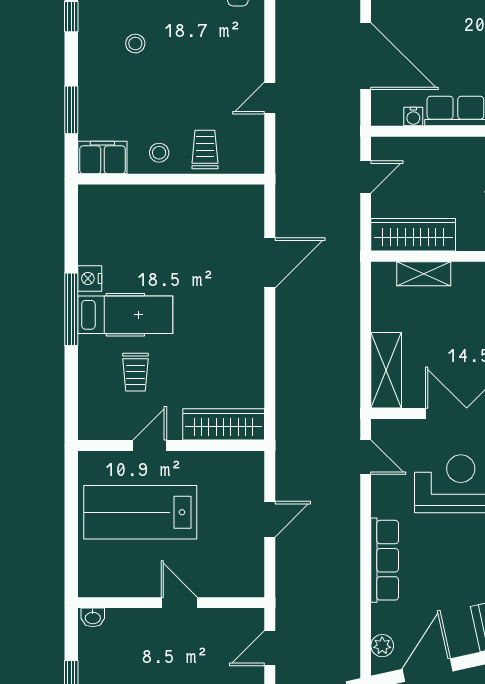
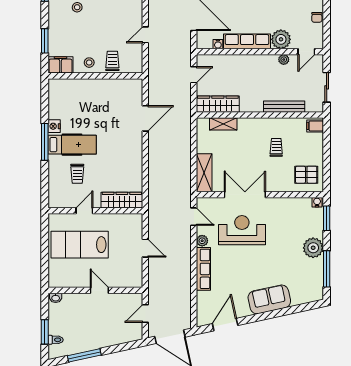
door: (270, 519) -> (145, 248), hinge flipped
plant: (382, 646) -> (202, 241), moved

